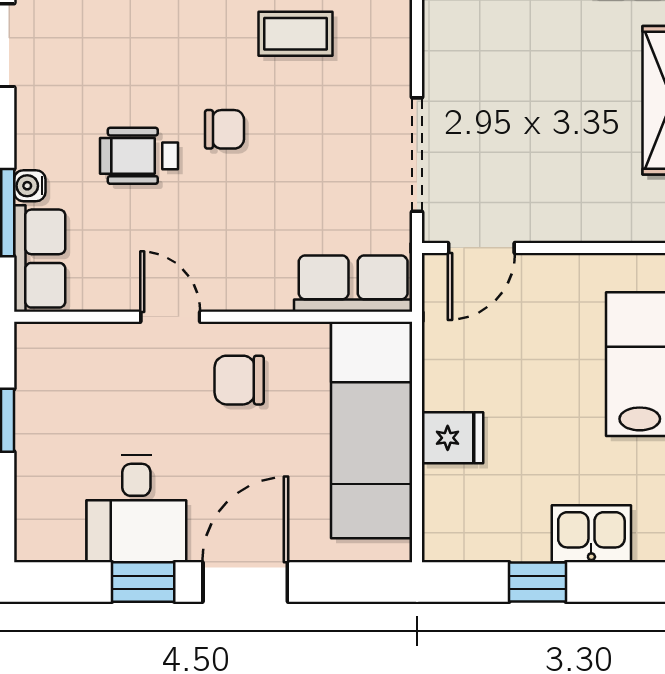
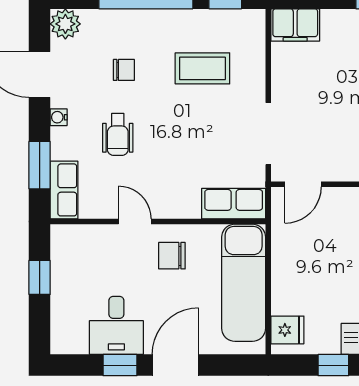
coffee table: (296, 34) -> (202, 68), width x1.36, depth x1.30
chair: (224, 129) -> (124, 70), moved
wheelchair: (139, 156) -> (118, 134), turned -90
water cooler: (30, 186) -> (59, 117), moved
fridge: (452, 438) -> (287, 330), moved

